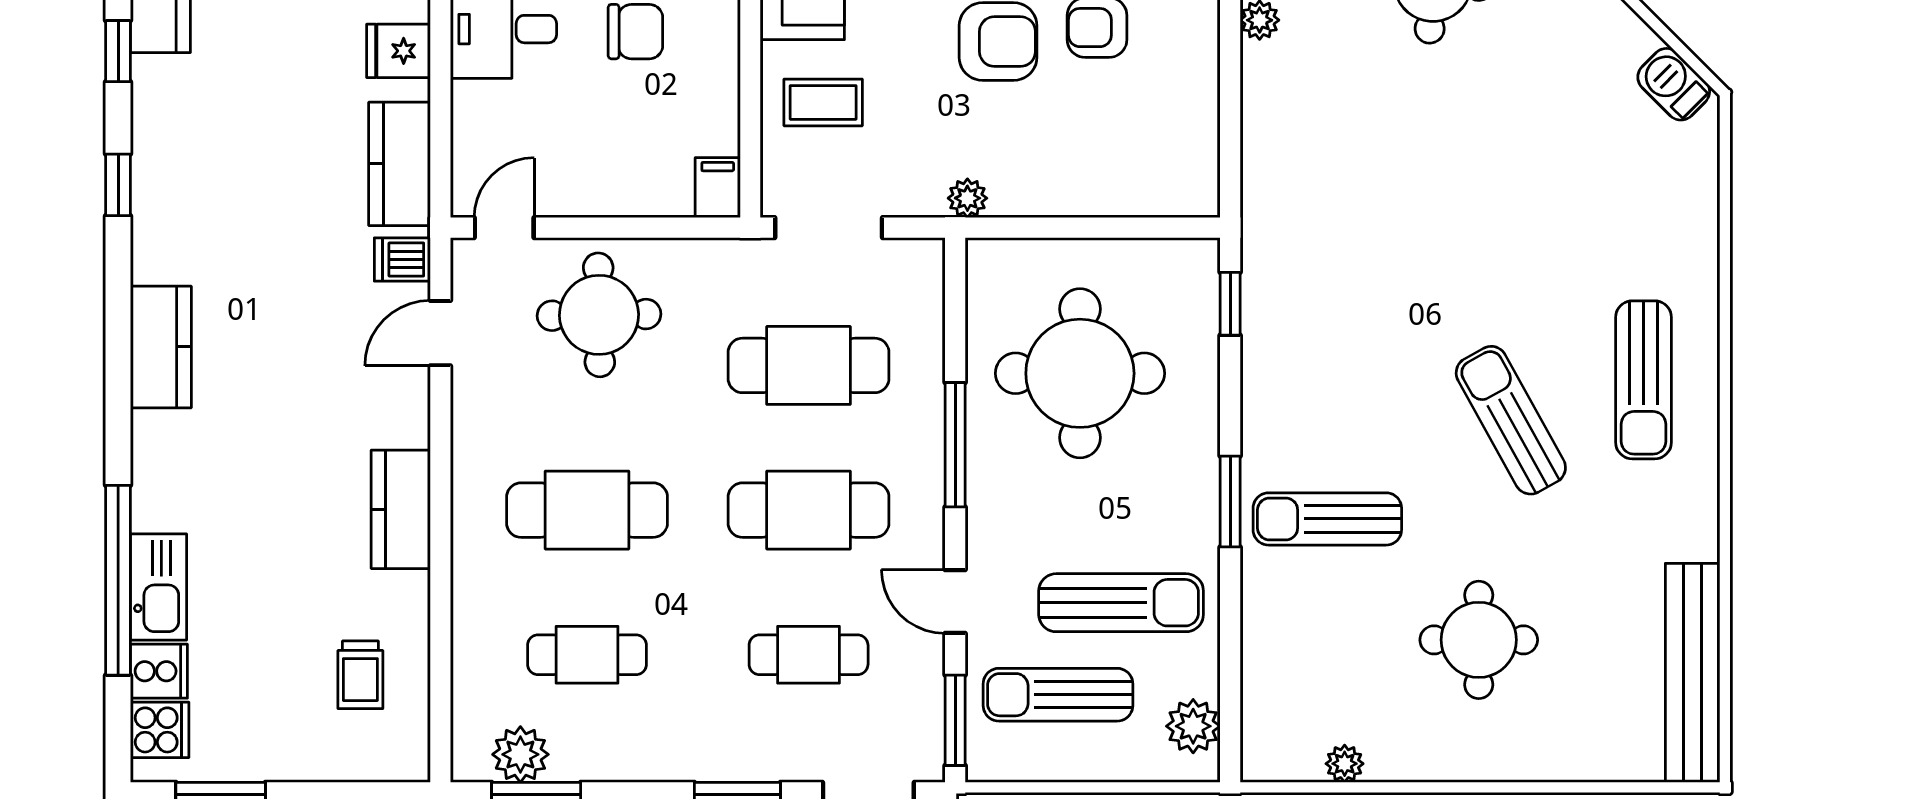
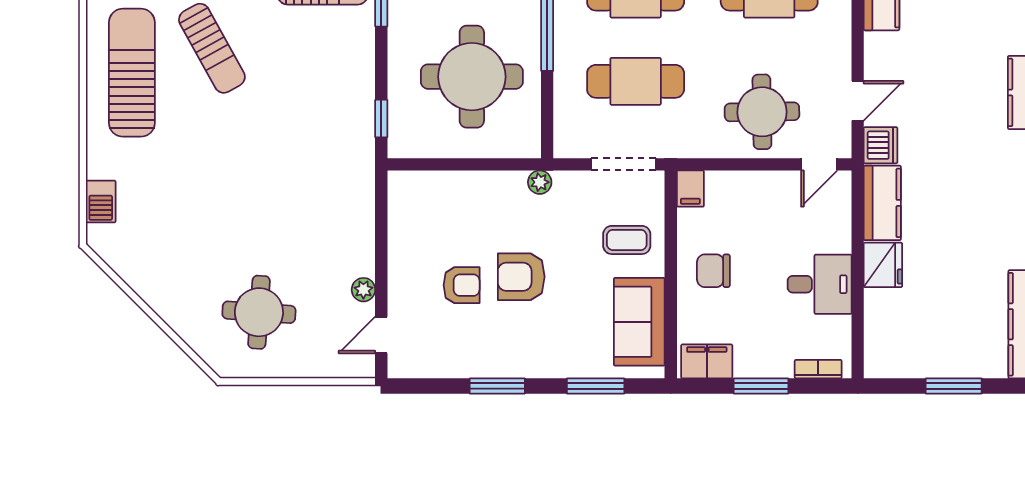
chair: (635, 32) -> (713, 271), moved
fridge: (399, 51) -> (883, 265), width x1.38
barbecue: (1674, 84) -> (101, 201), moved, turned 45
dishwasher: (402, 260) -> (881, 145), width x1.38
sun lounger: (1644, 380) -> (132, 73), width x1.36, depth x1.34

